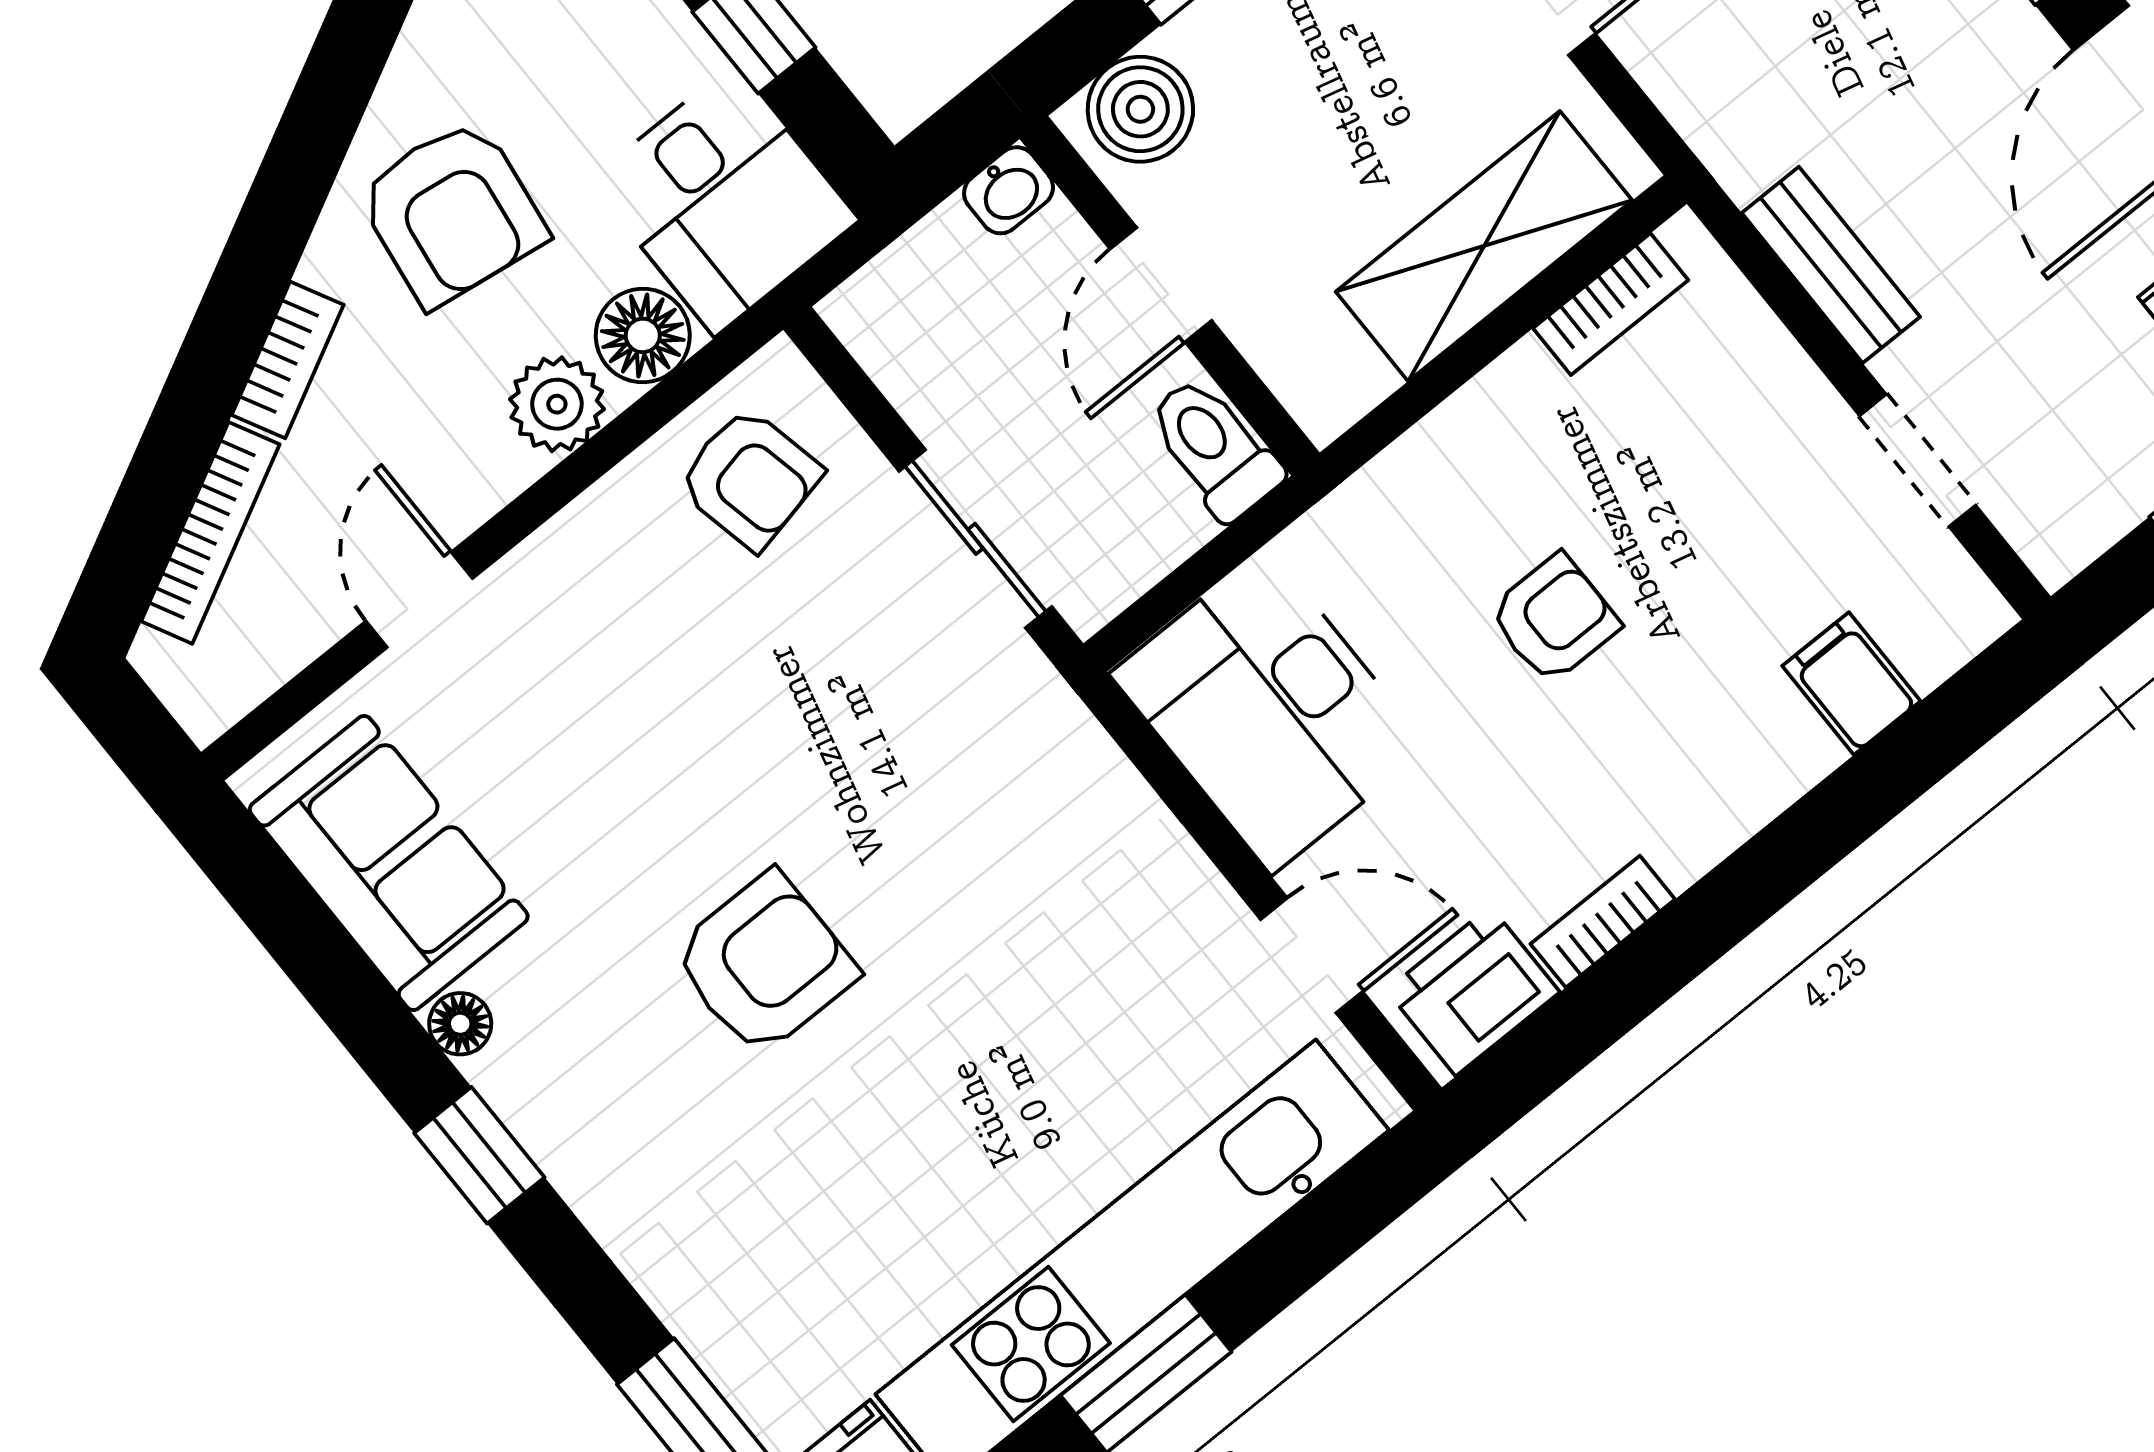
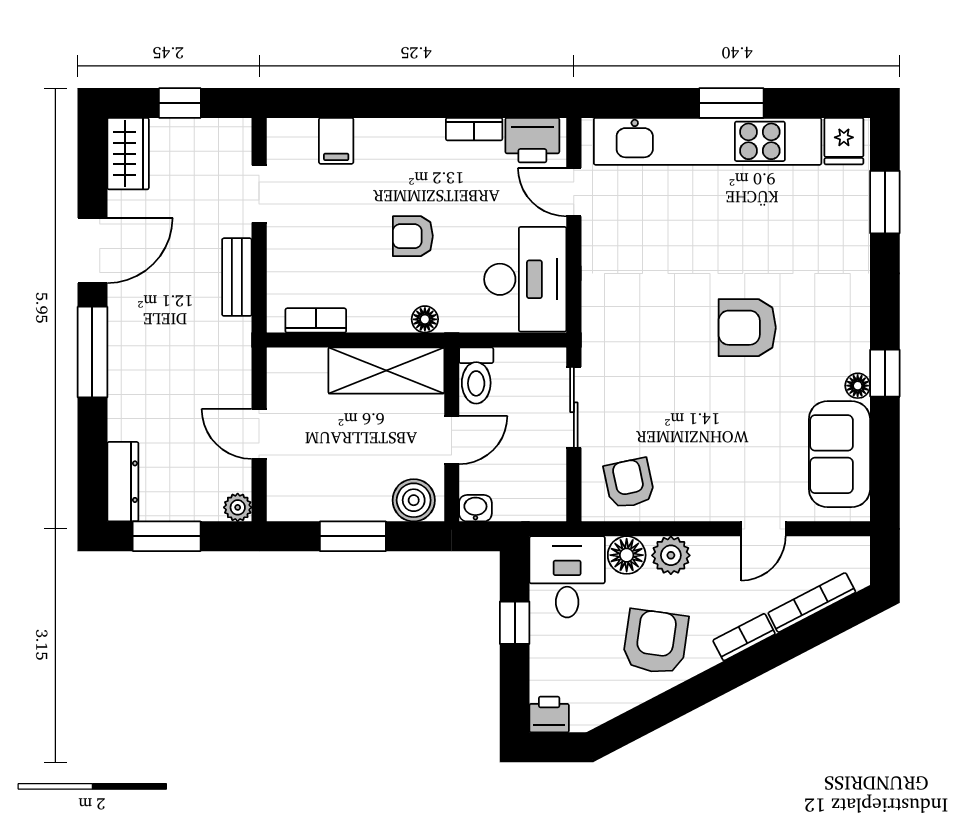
shelving: (1484, 246) -> (386, 371), moved
floor lamp: (1401, 477) -> (425, 319), added
window: (479, 1155) -> (885, 373), moved

